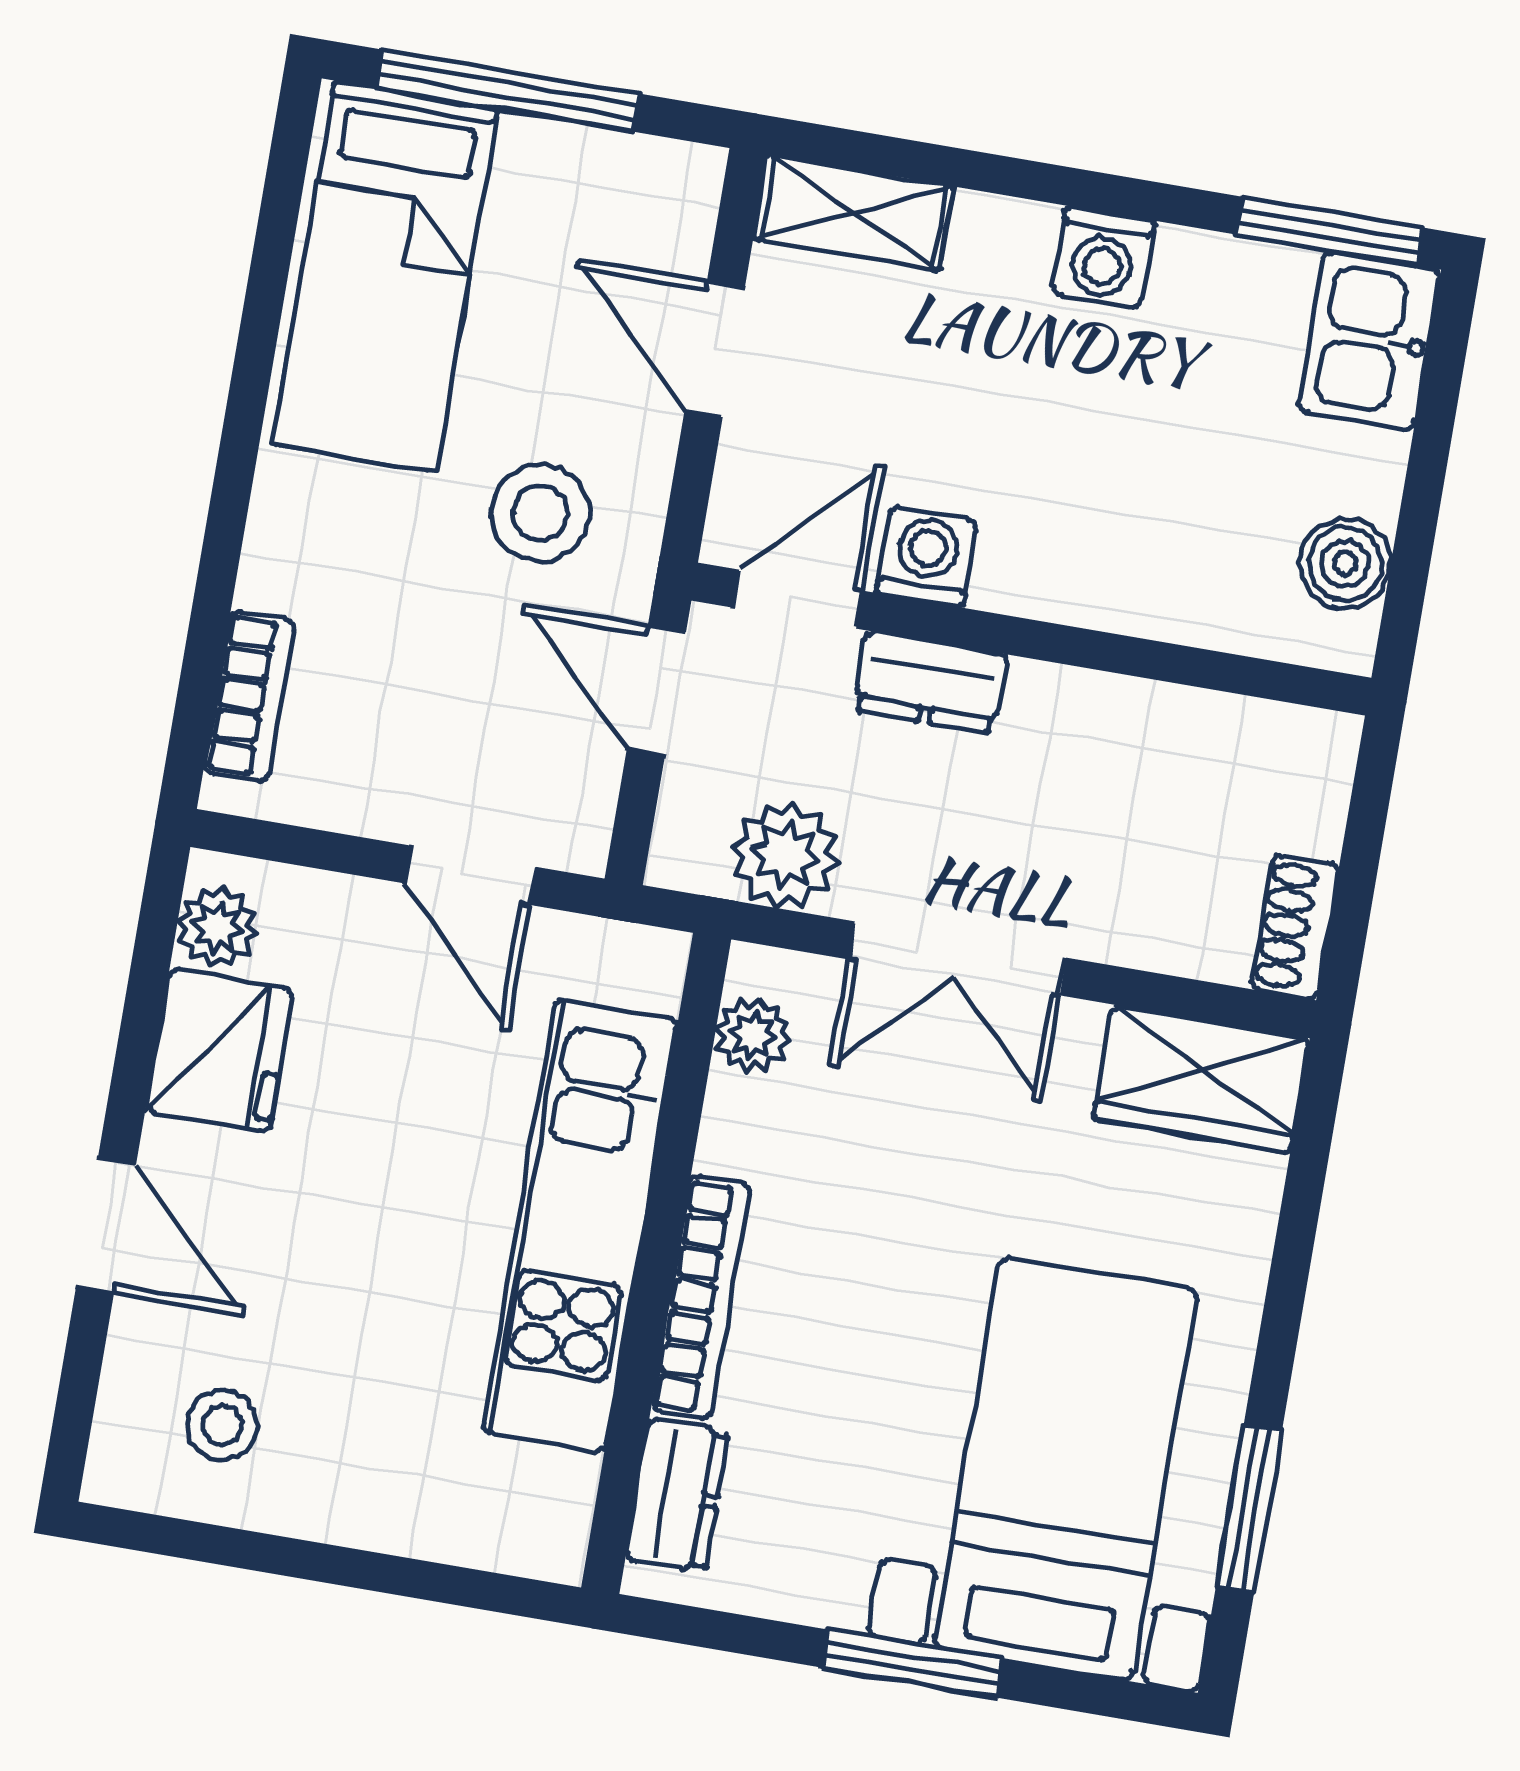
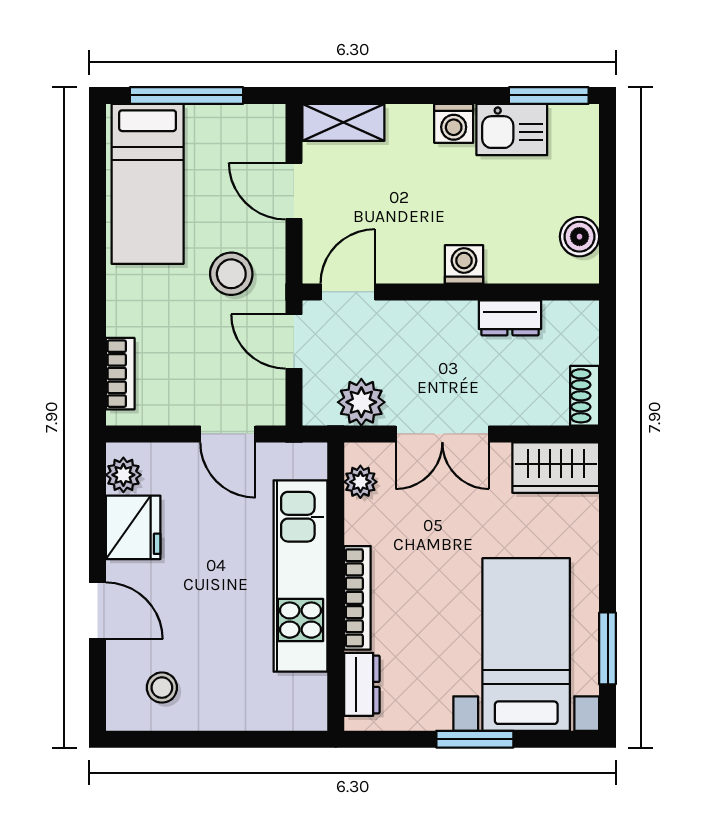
kitchen sink: (1369, 340) -> (512, 129), moved, turned -90
washing machine: (927, 557) -> (464, 264), moved
dresser: (930, 682) -> (510, 318), moved

